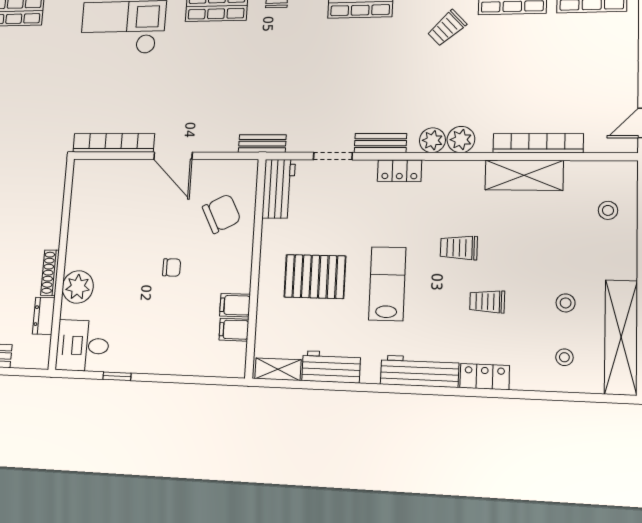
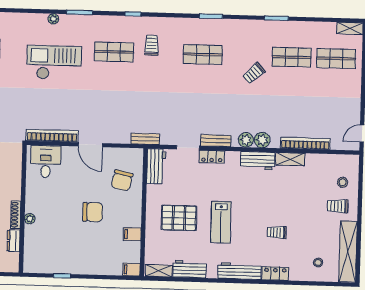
locker: (400, 171) -> (212, 157), moved
workbench: (453, 175) -> (258, 161), added
shelving: (524, 175) -> (290, 159), width x0.67, depth x0.75
chair: (222, 214) -> (122, 180), turned 129
trolley: (459, 248) -> (338, 206), moved
chair: (172, 267) -> (93, 212), width x1.87, depth x1.87
lab bench: (387, 284) -> (221, 222), turned 180
plant: (78, 287) -> (30, 219), width x0.53, depth x0.53
stool: (566, 303) -> (319, 233), removed
filing cabinet: (234, 330) -> (131, 269), moved
desk: (83, 346) -> (46, 162), moved, turned 90

